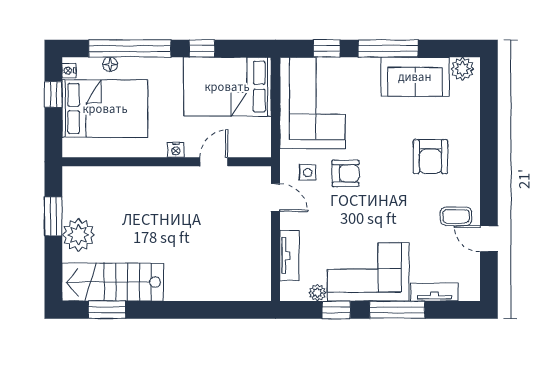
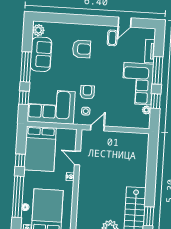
tv unit: (289, 256) -> (127, 123), removed

